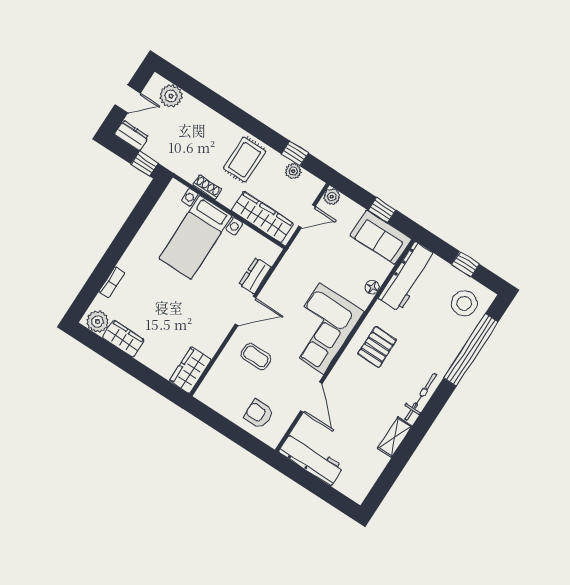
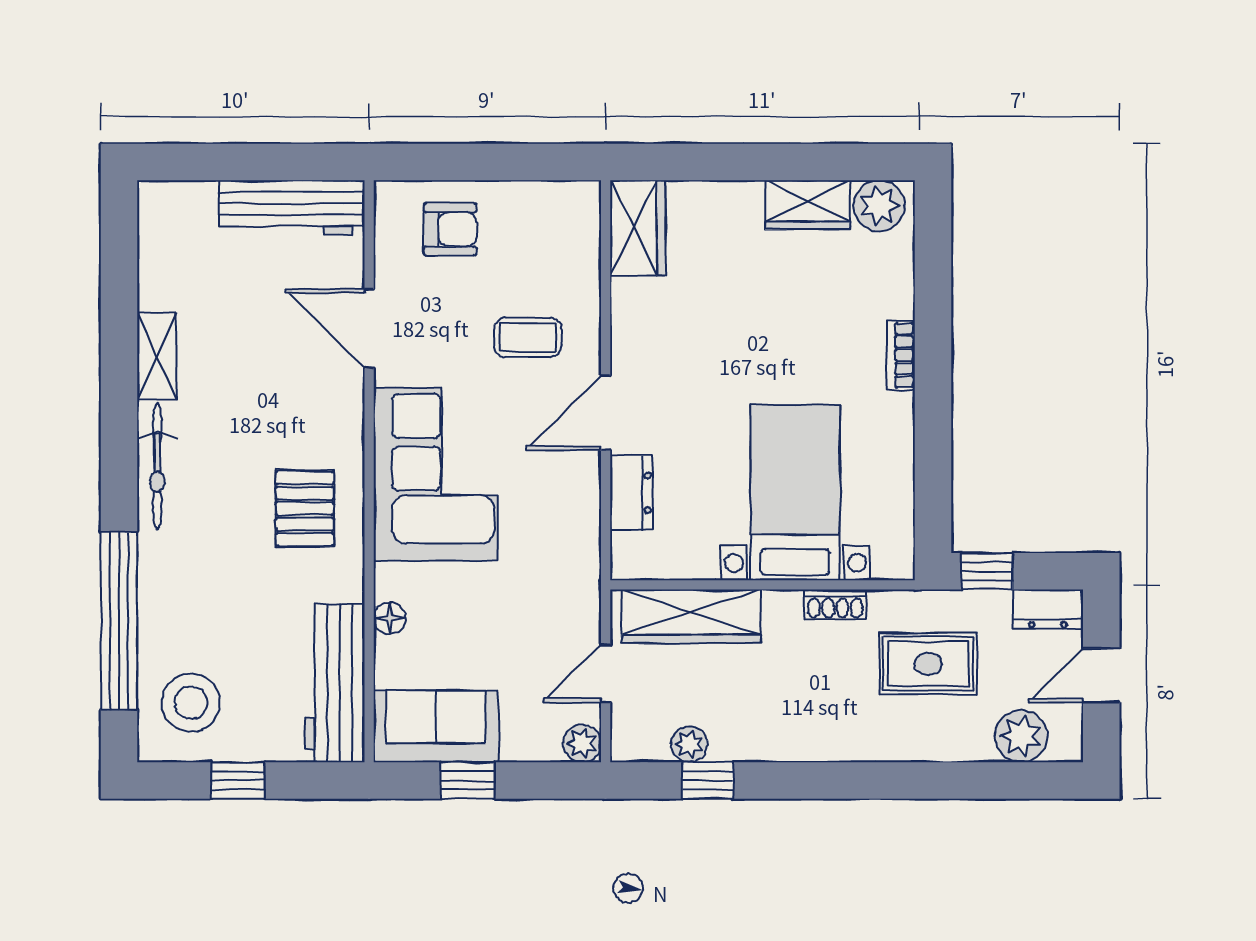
rug: (245, 160) -> (928, 664), moved, turned 90
bookcase: (112, 282) -> (901, 355), moved

